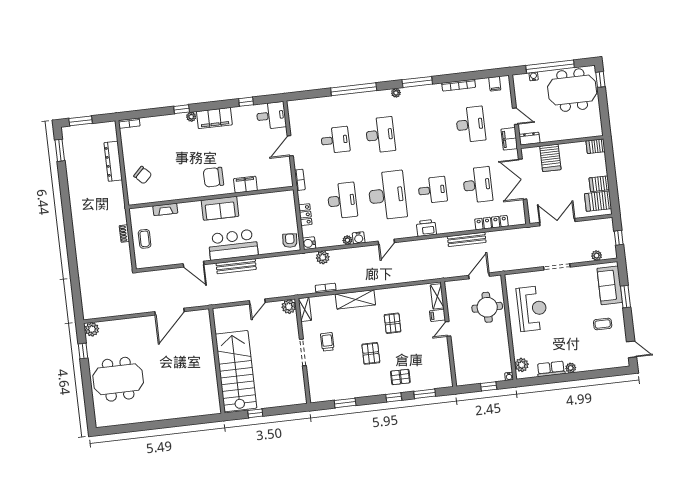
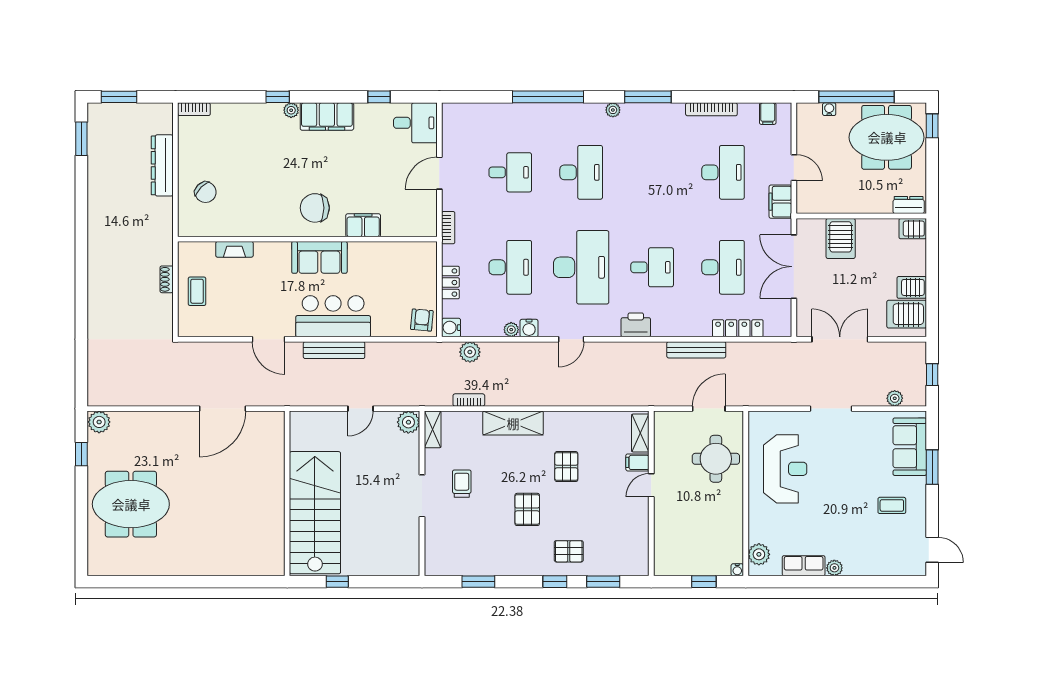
dresser: (529, 139) -> (909, 205), moved

